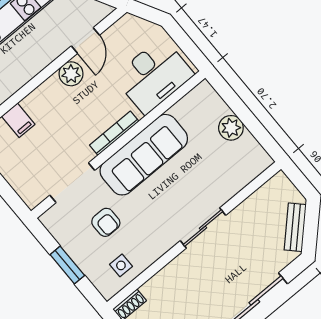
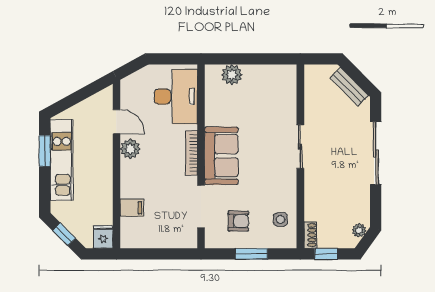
plant: (231, 128) -> (232, 75), moved
sofa: (144, 155) -> (221, 156), width x0.73
armchair: (106, 222) -> (238, 221), moved

